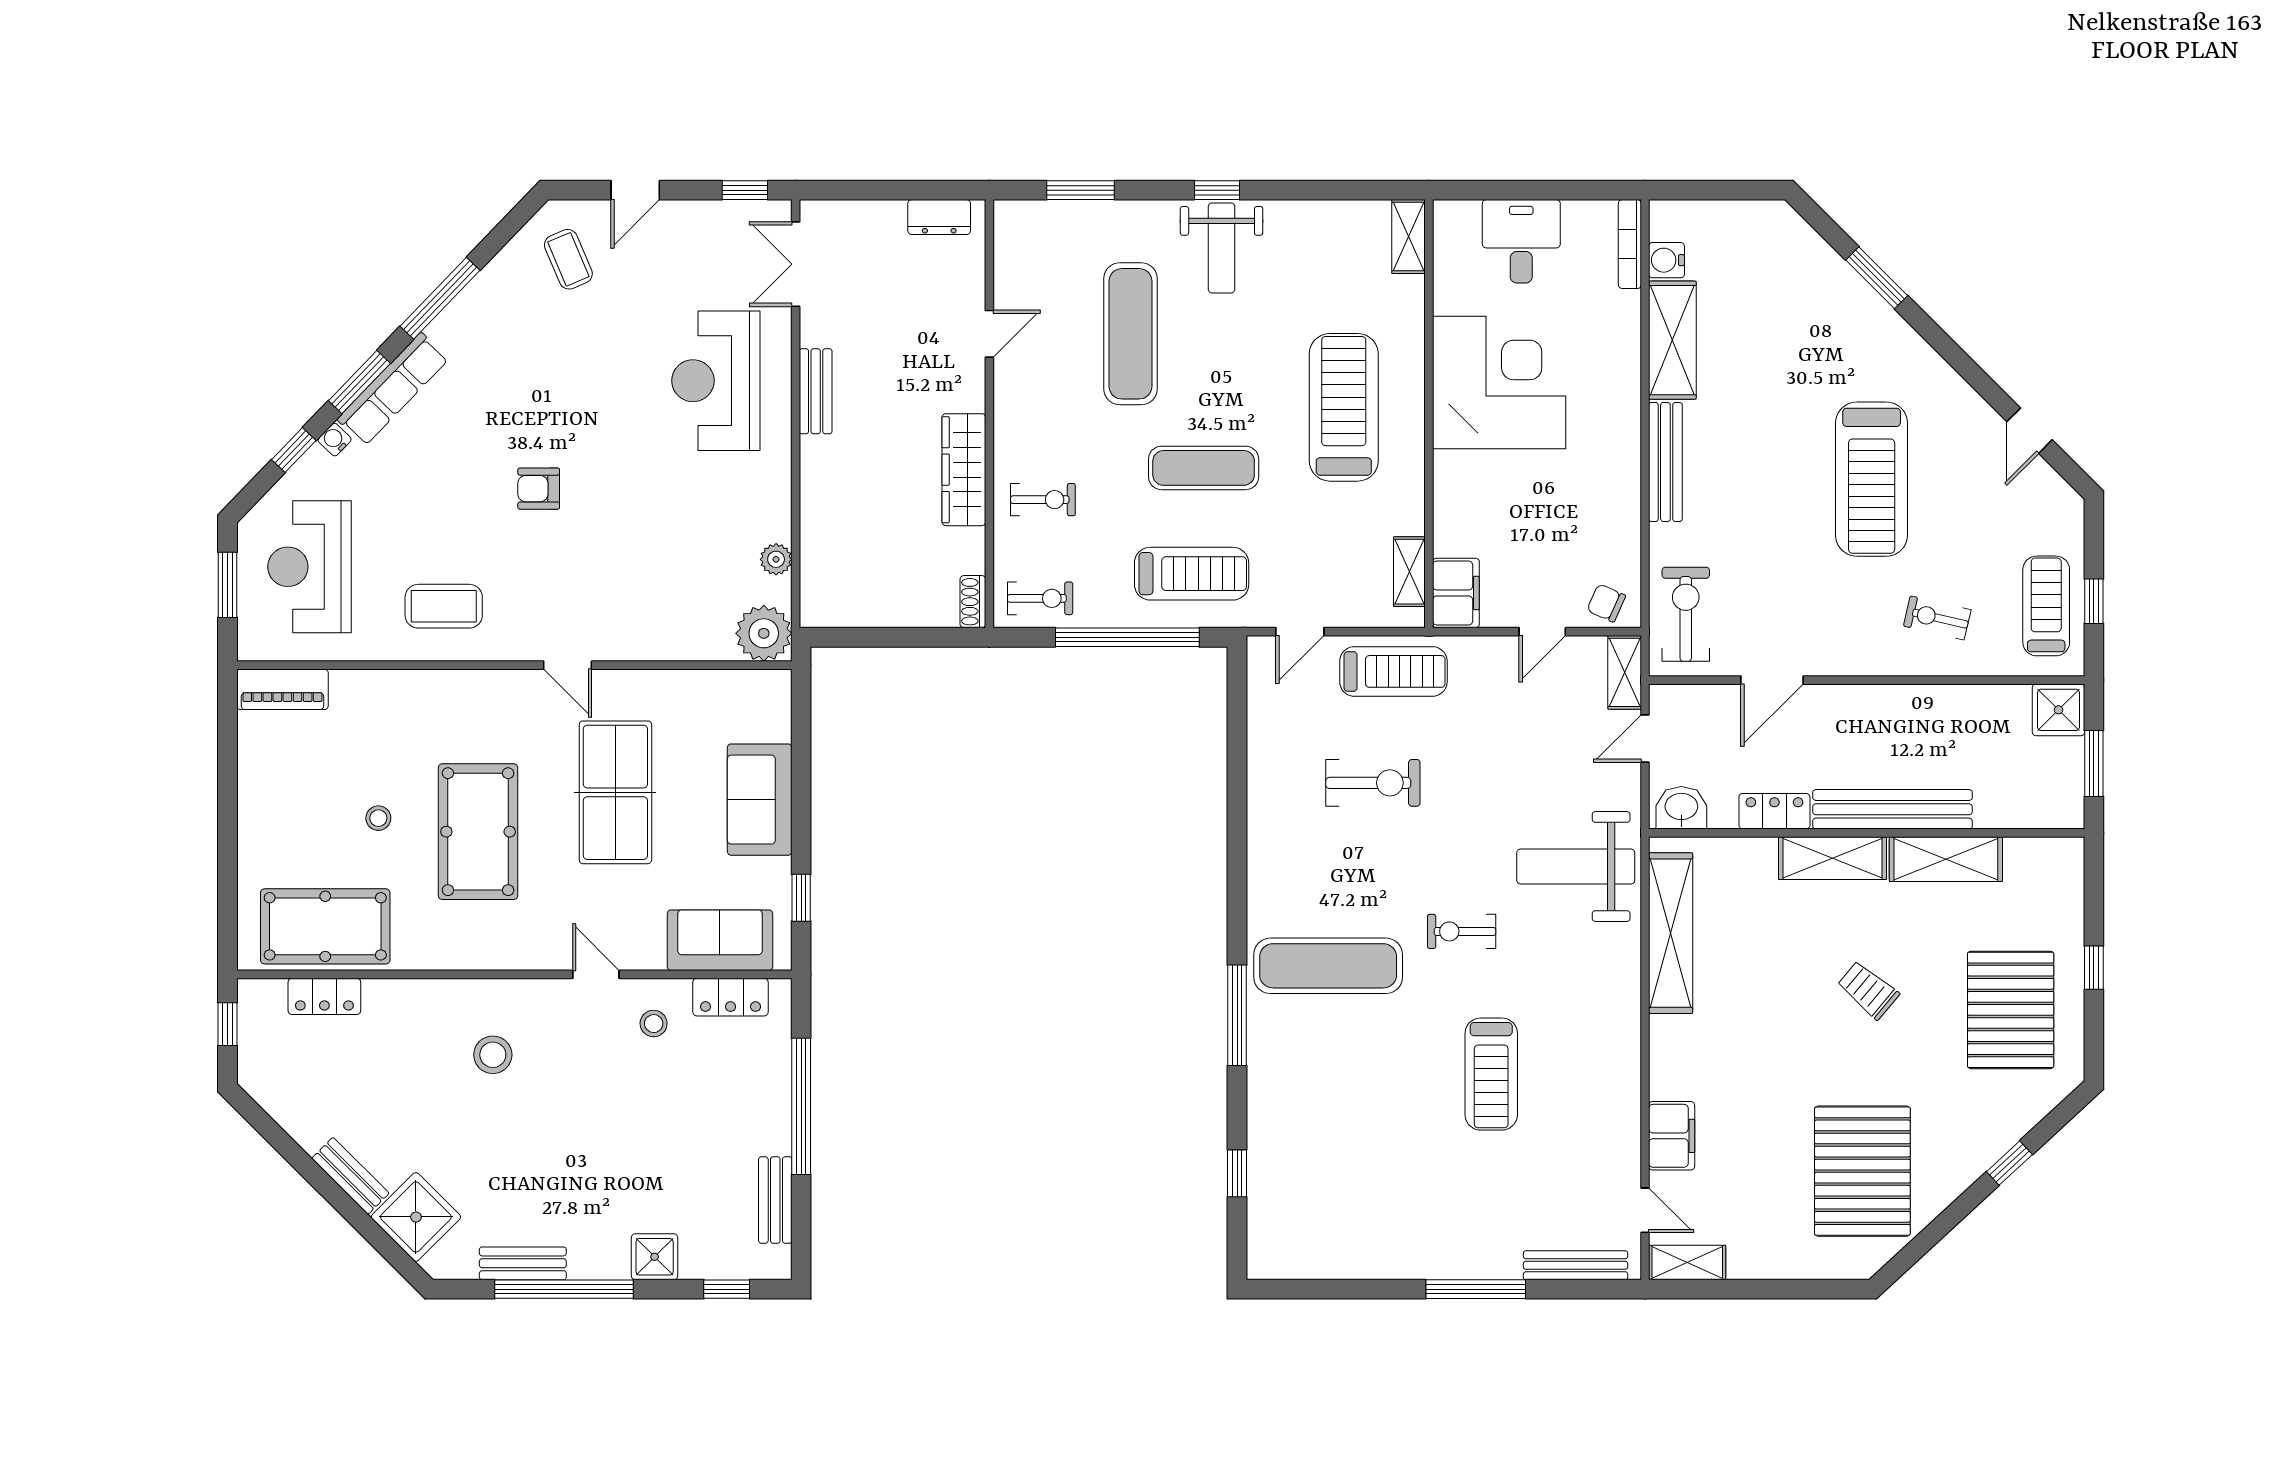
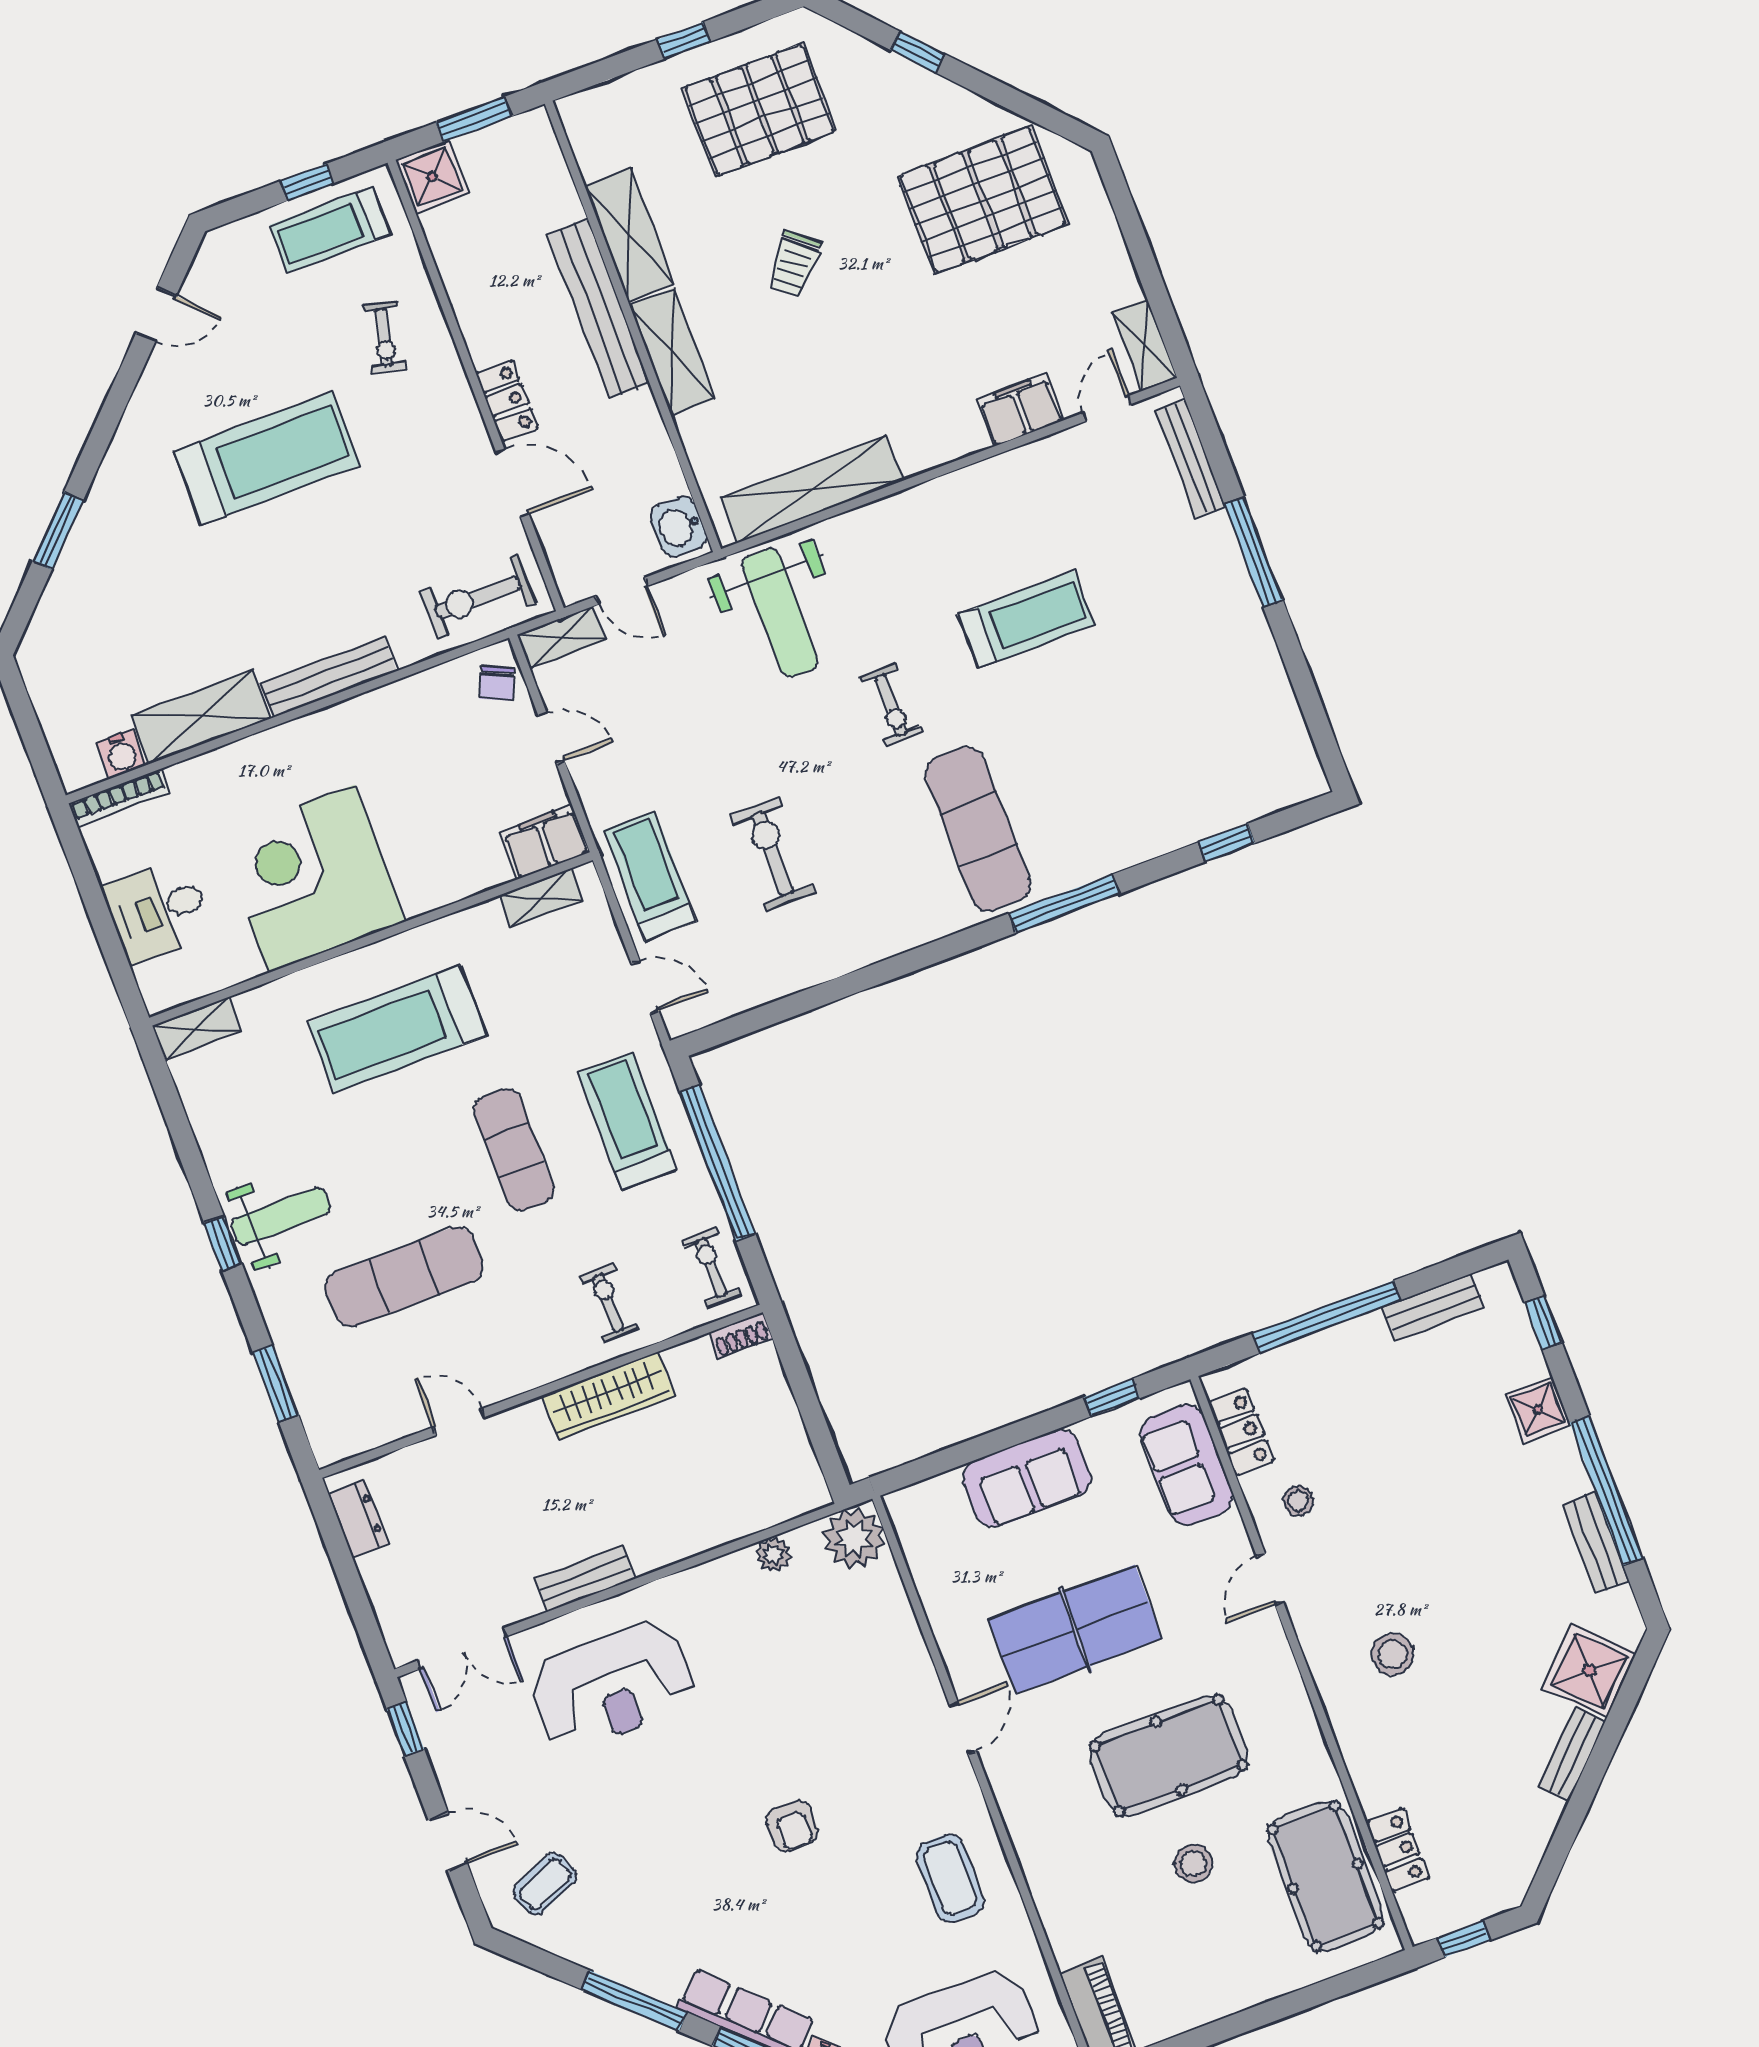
locker: (1774, 811) -> (507, 401), moved, turned 180
stool: (378, 818) -> (1193, 1863), width x1.37, depth x1.37

